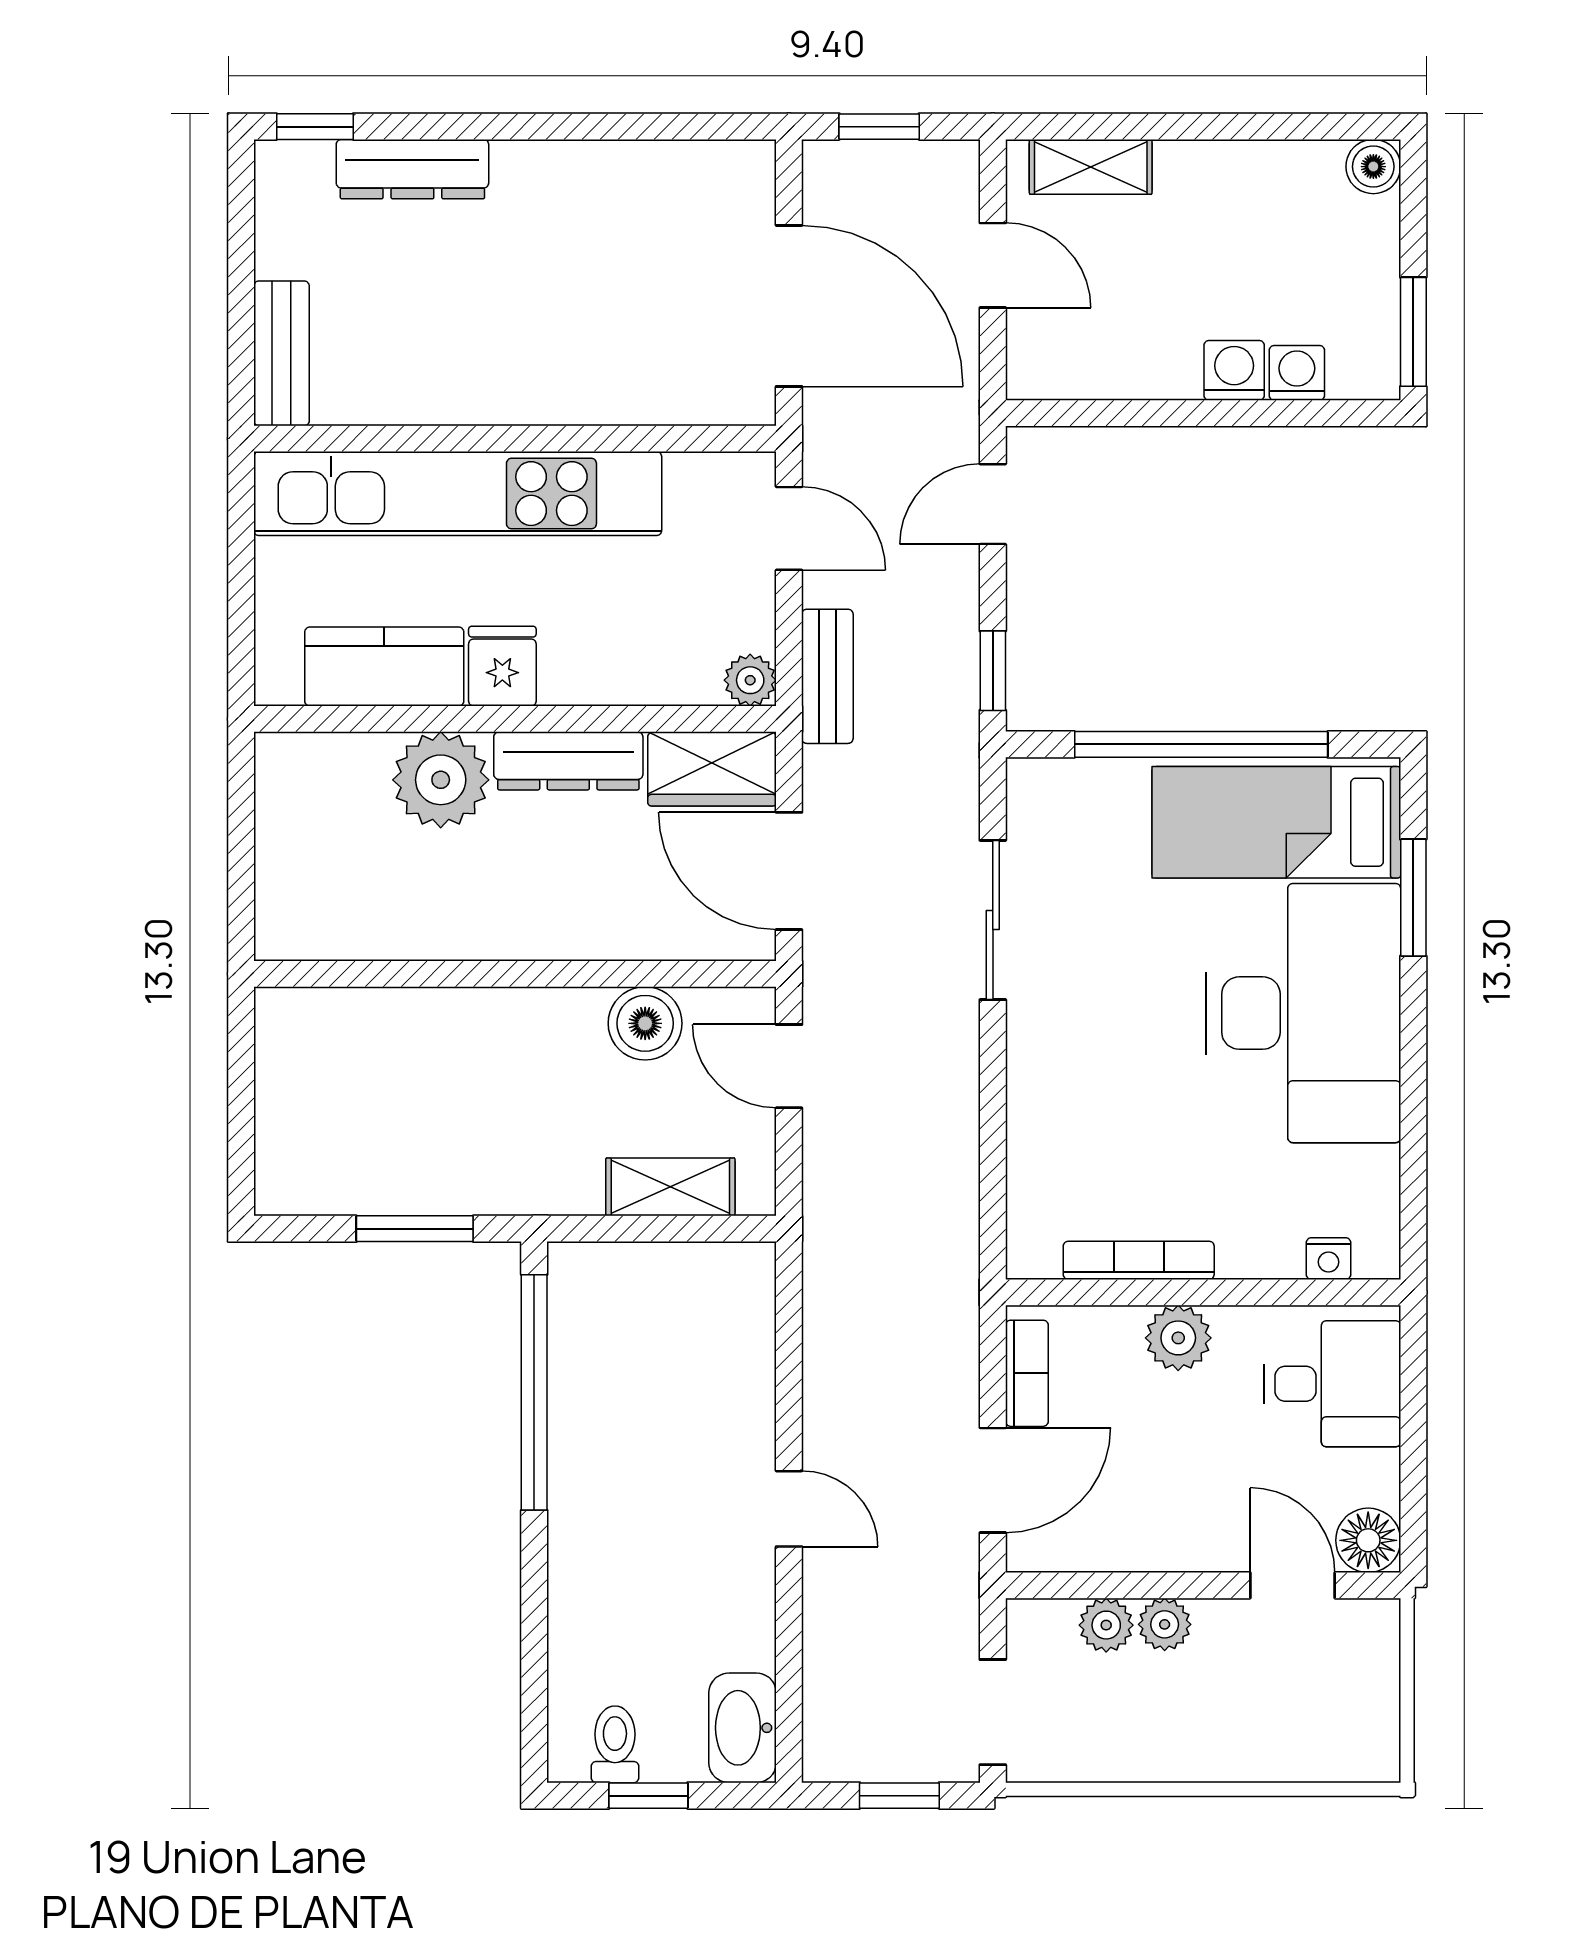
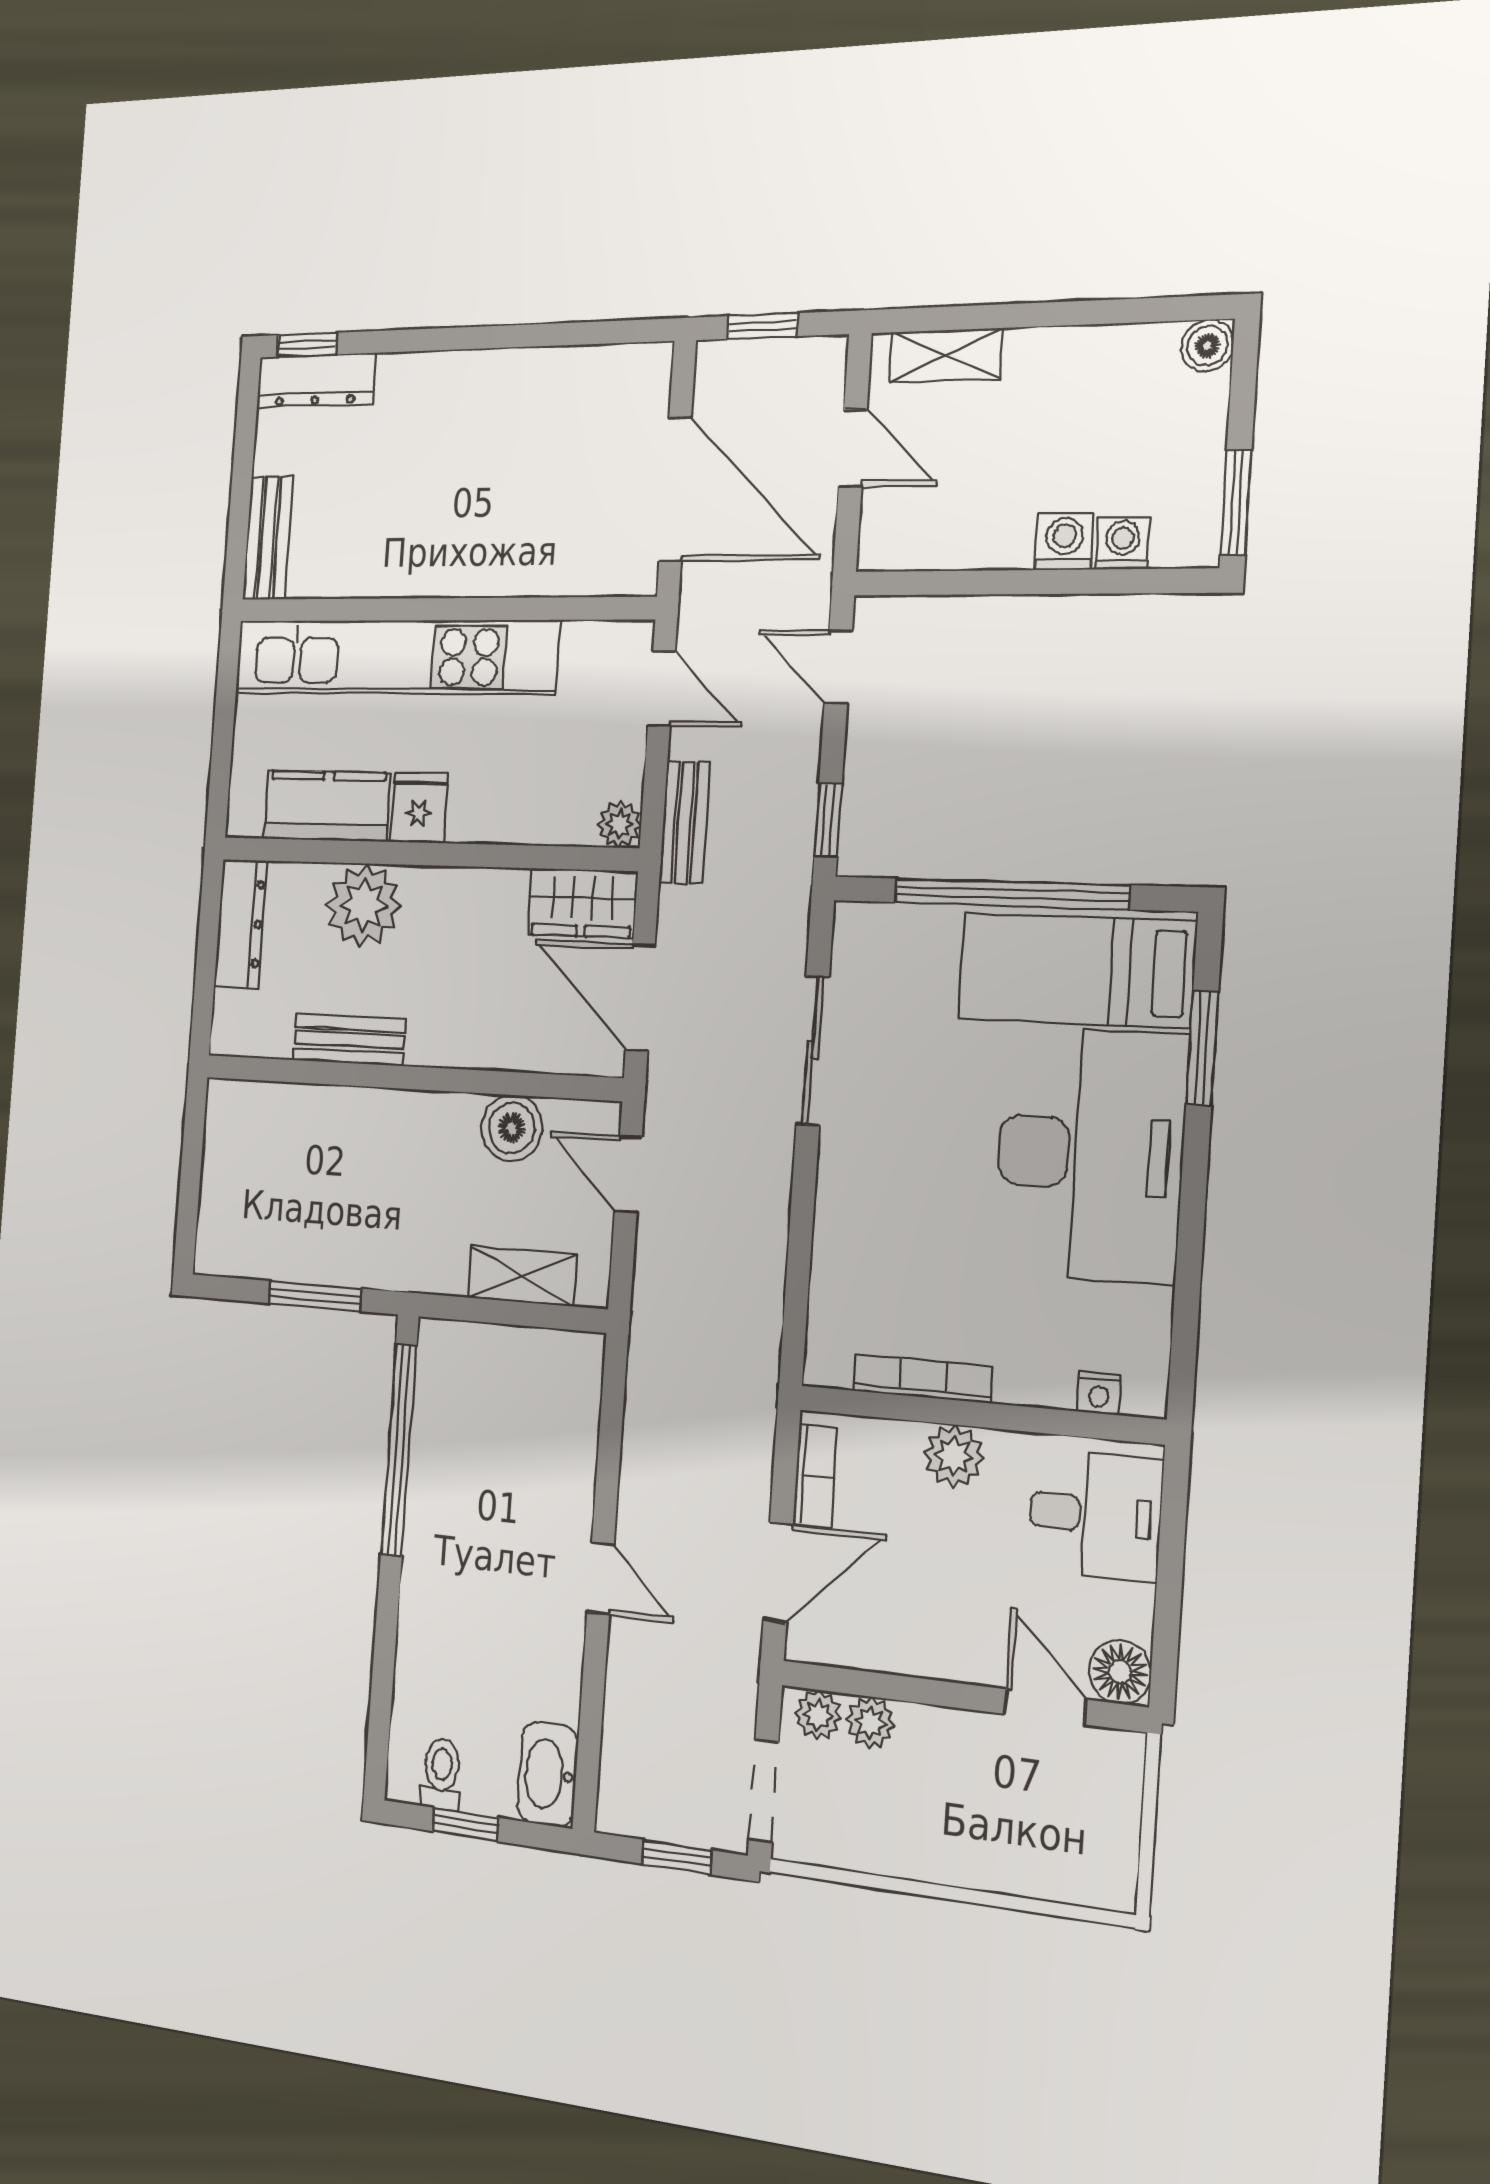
dresser: (412, 169) -> (316, 380), moved
door: (993, 504) -> (838, 667), hinge flipped
dresser: (568, 761) -> (241, 924), moved, turned -90
bench: (435, 934) -> (349, 1040), added
plant: (1165, 1624) -> (818, 1715), moved

